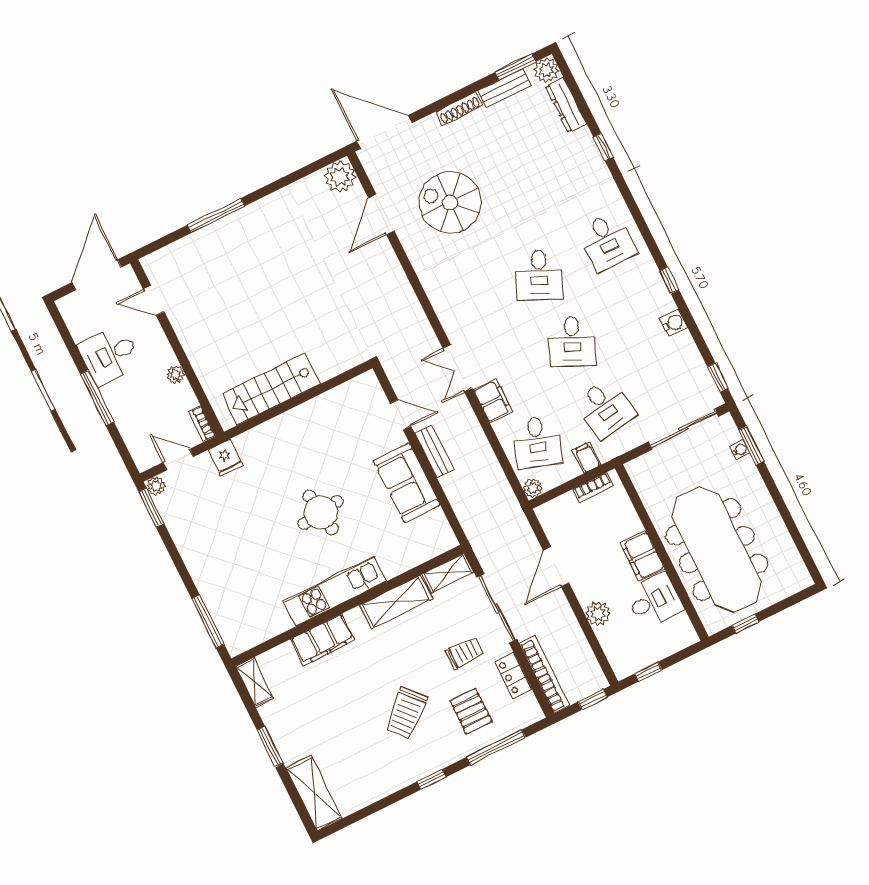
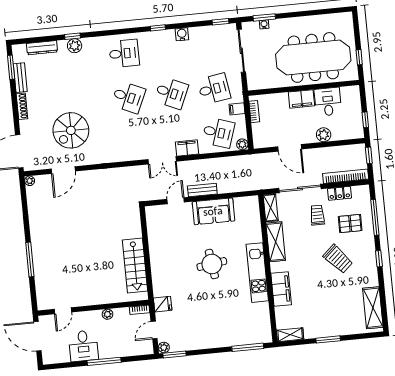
plant: (546, 70) -> (75, 46), moved
plant: (340, 177) -> (30, 181), width x0.53, depth x0.53
door: (381, 214) -> (63, 170), hinge flipped
shelving: (314, 793) -> (373, 308), moved, turned 90

